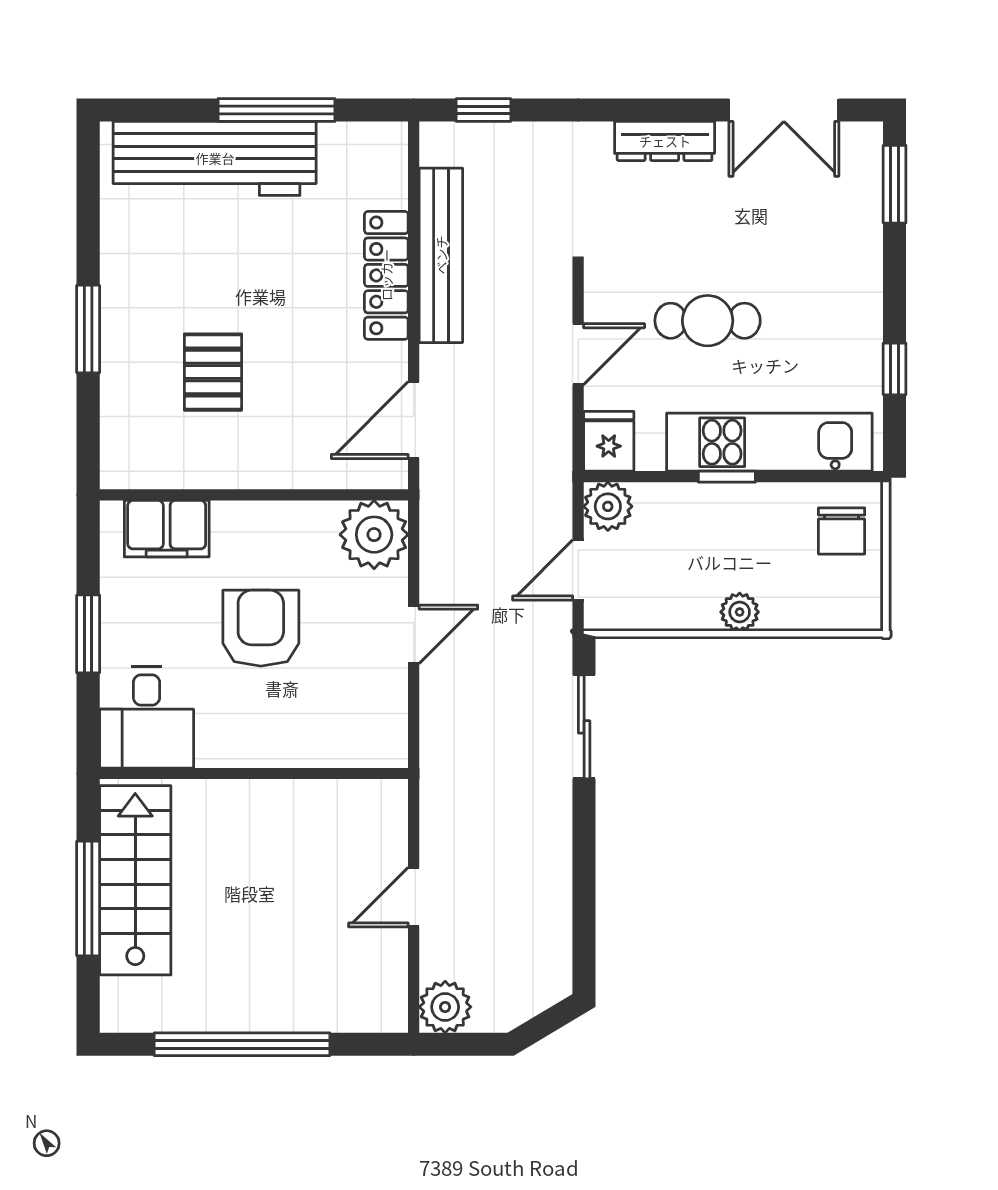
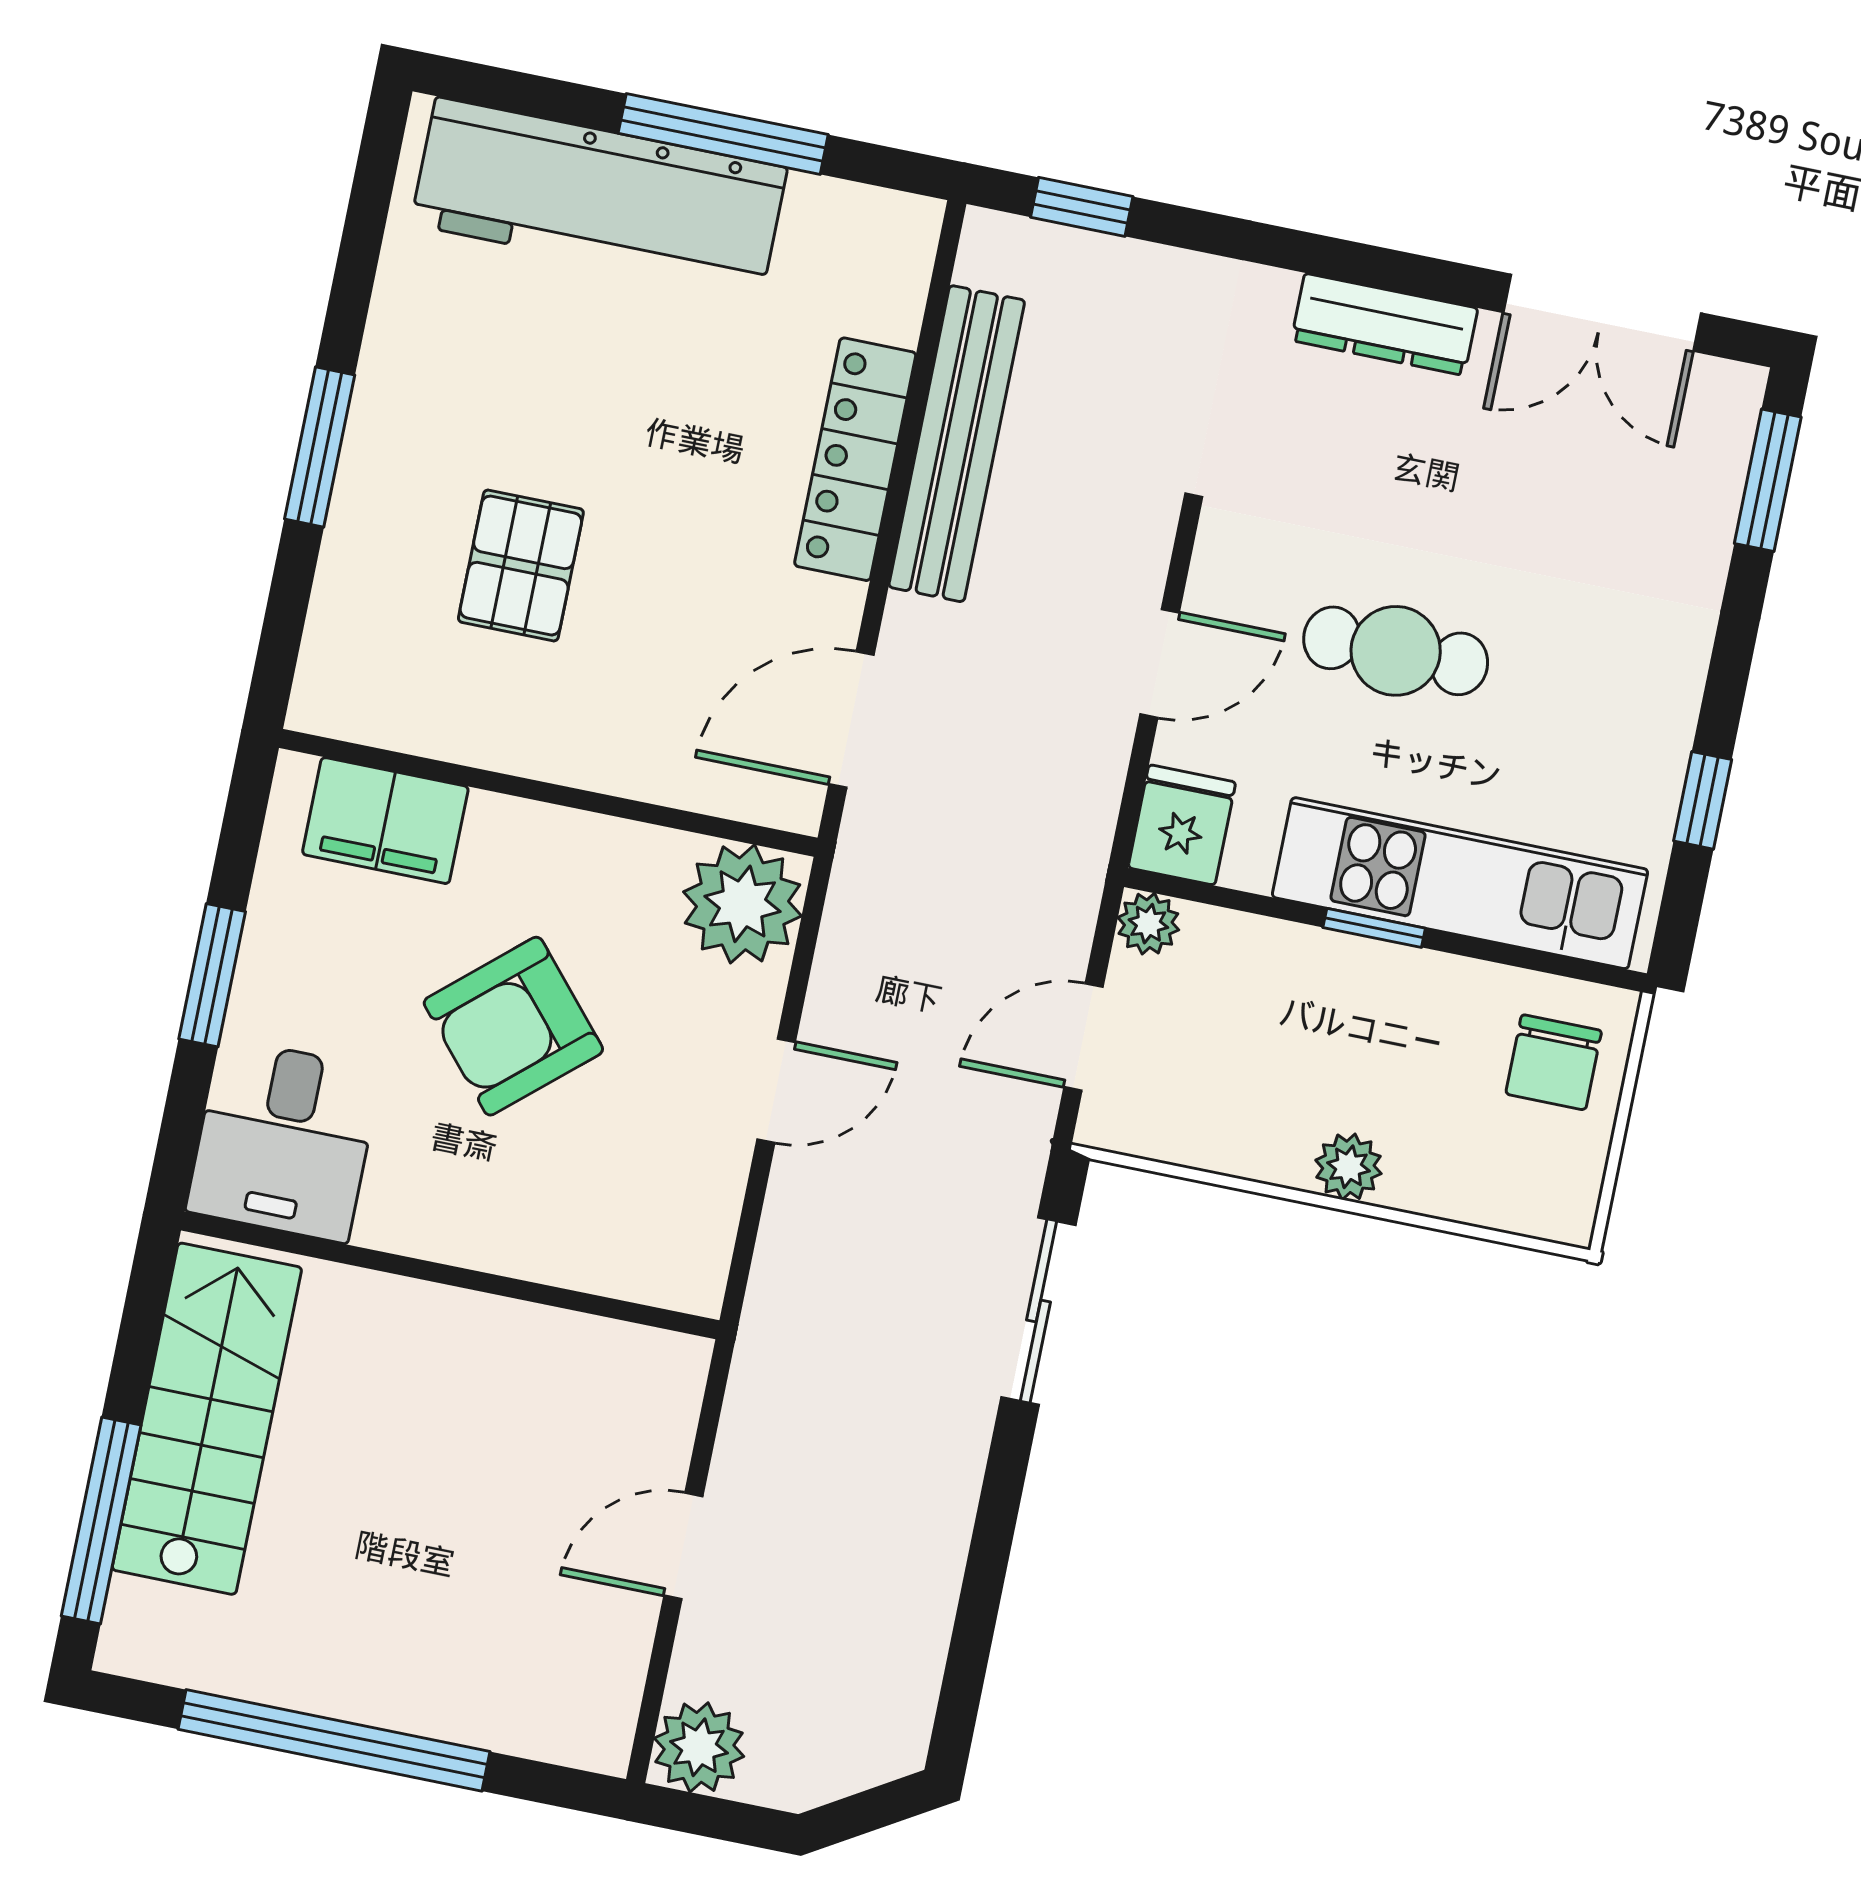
plant: (608, 506) -> (1148, 924), width x0.73, depth x0.73
armchair: (261, 628) -> (513, 1026), turned -131
window: (88, 898) -> (101, 1521), moved

